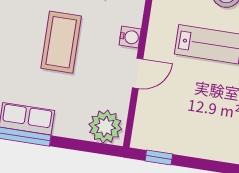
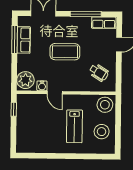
water cooler: (130, 37) -> (42, 86), moved

